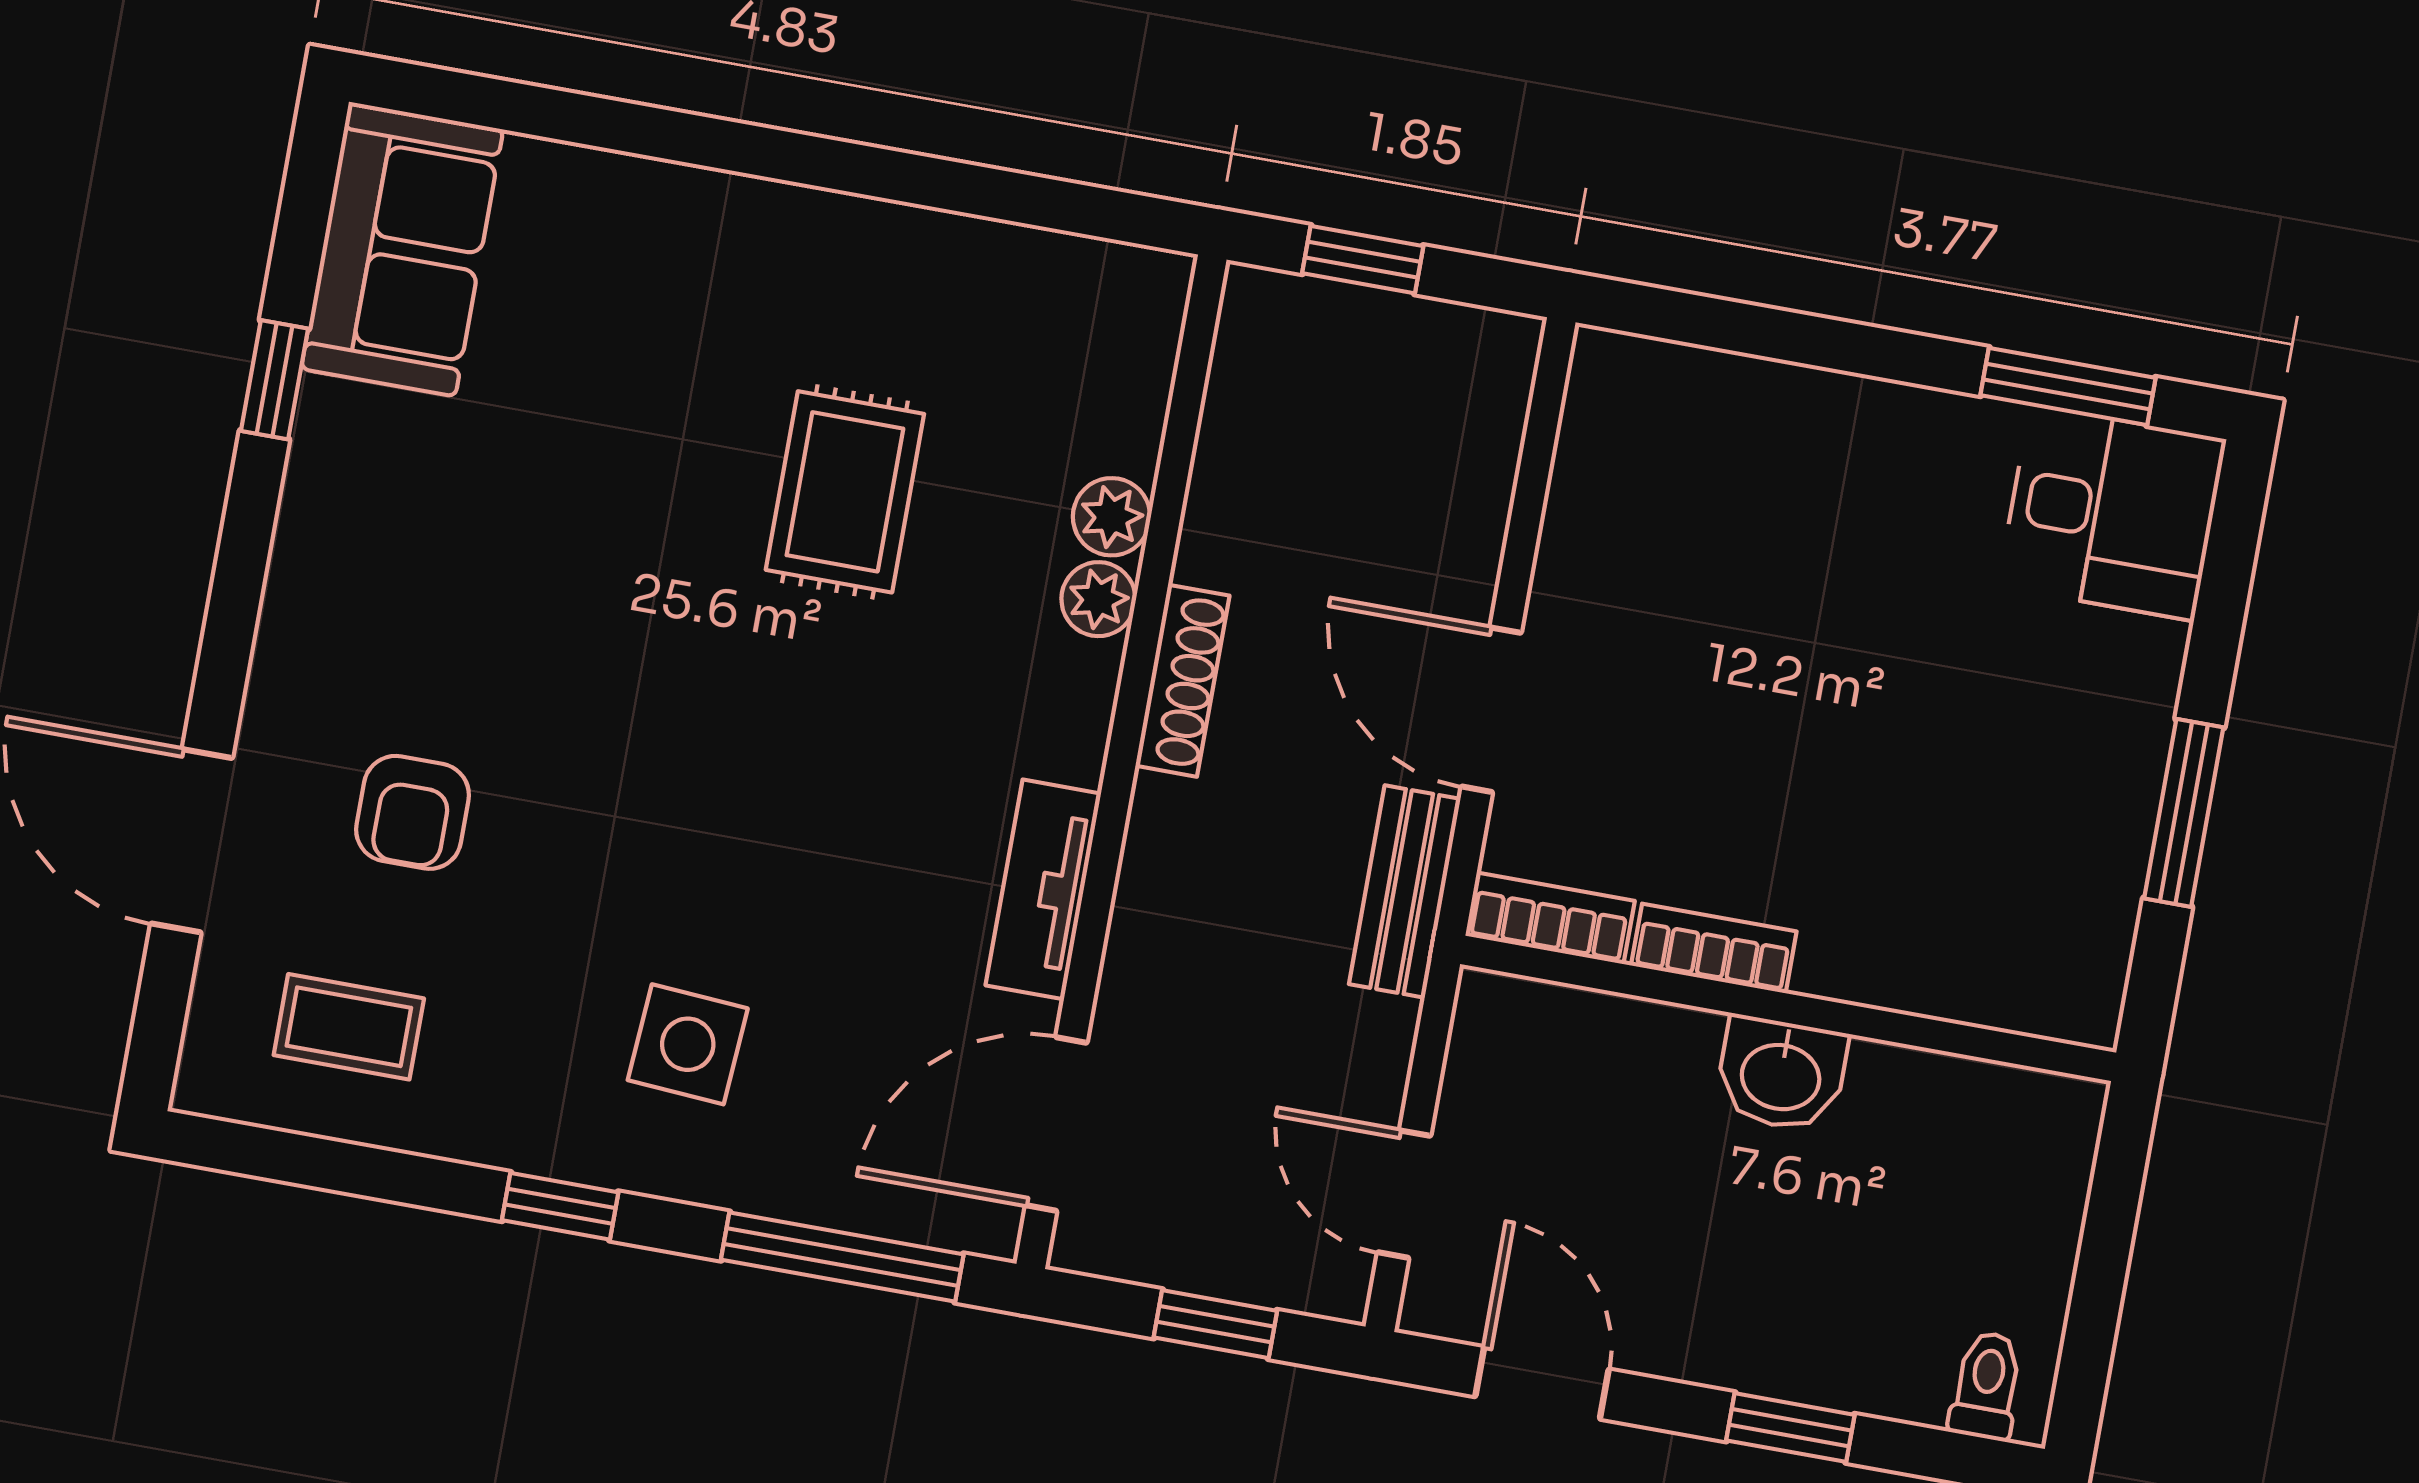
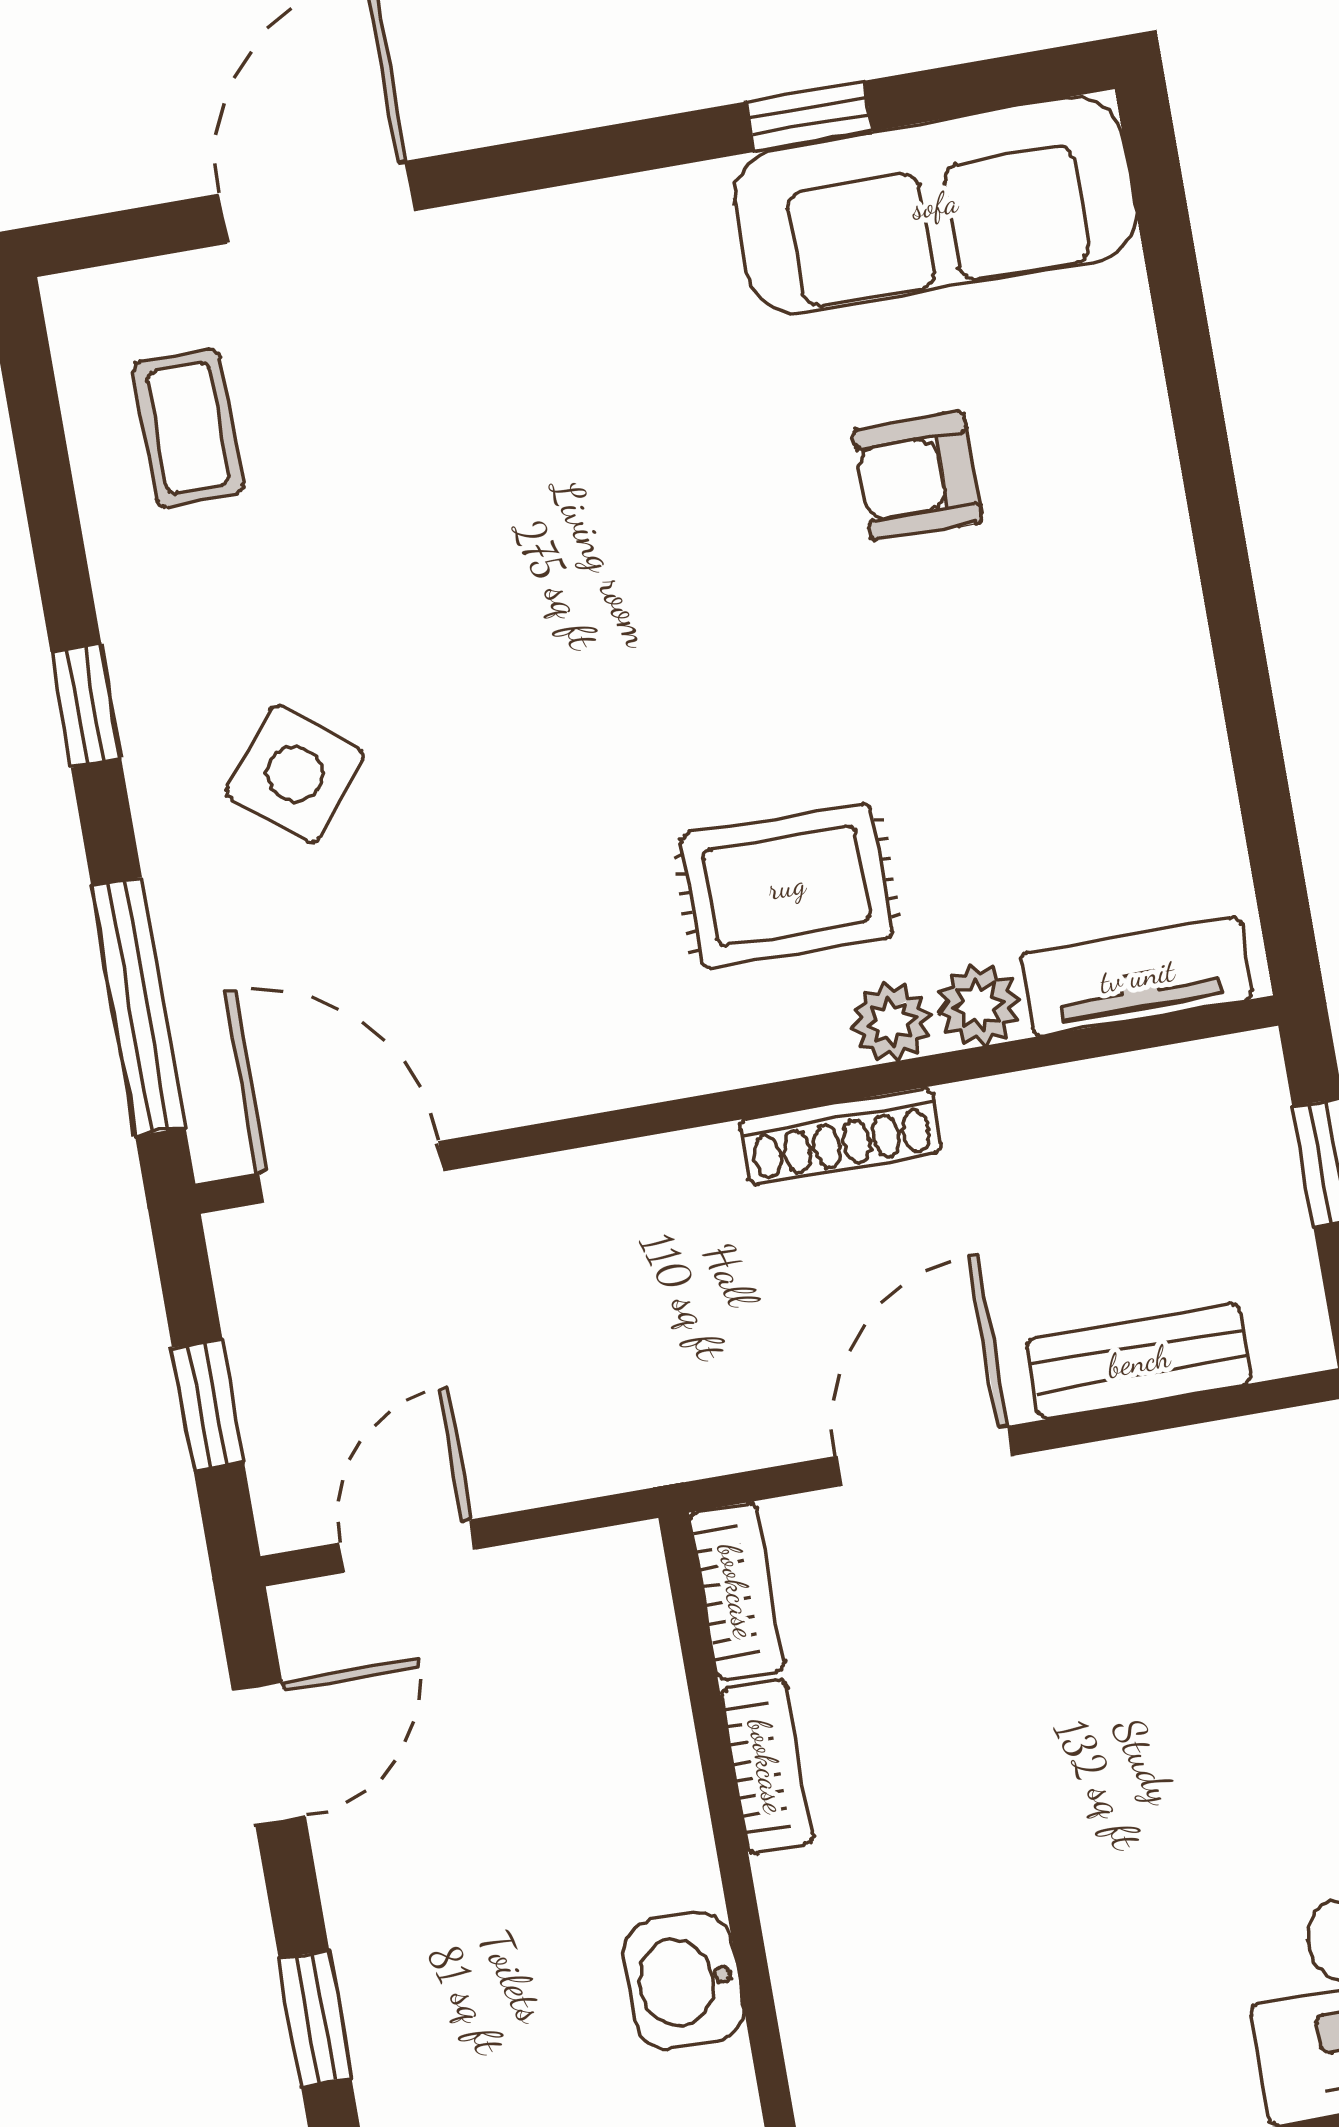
sofa: (402, 249) -> (935, 205), width x1.36
rug: (845, 492) -> (787, 886), moved
armchair: (413, 812) -> (918, 476), moved
tv unit: (1043, 889) -> (1137, 976), moved
bench: (1405, 892) -> (1139, 1361), moved
side table: (688, 1044) -> (295, 774), turned 35
washbasin: (1781, 1074) -> (684, 1981), moved

